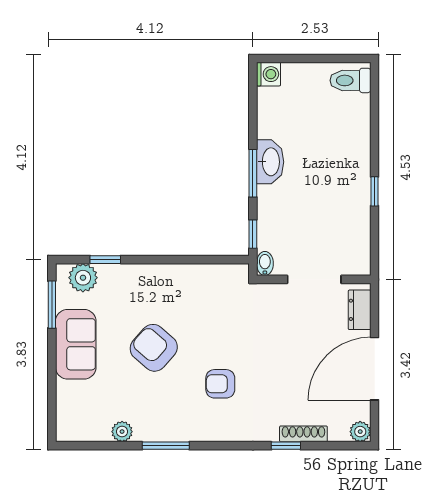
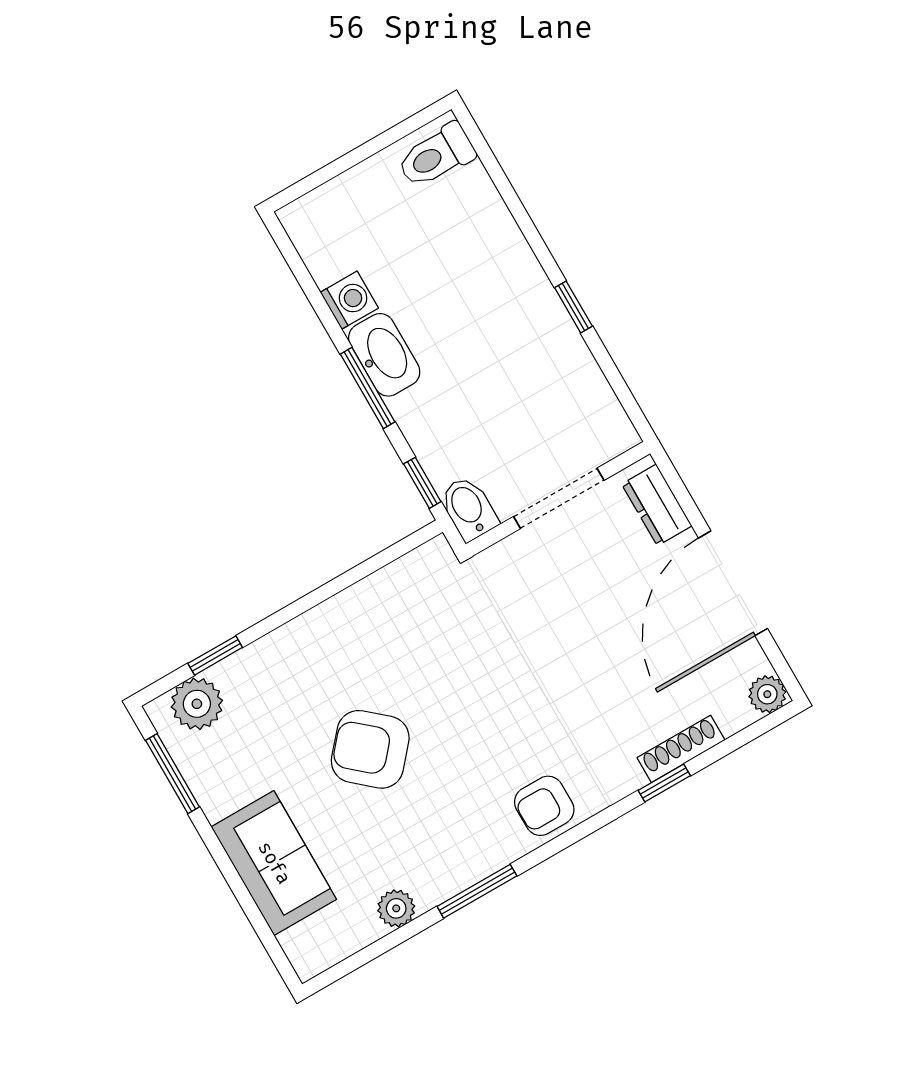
washing machine: (269, 74) -> (349, 300), moved
bidet: (265, 264) -> (469, 508), width x1.38, depth x1.36
sofa: (76, 344) -> (274, 863), moved
armchair: (220, 384) -> (544, 806), moved

